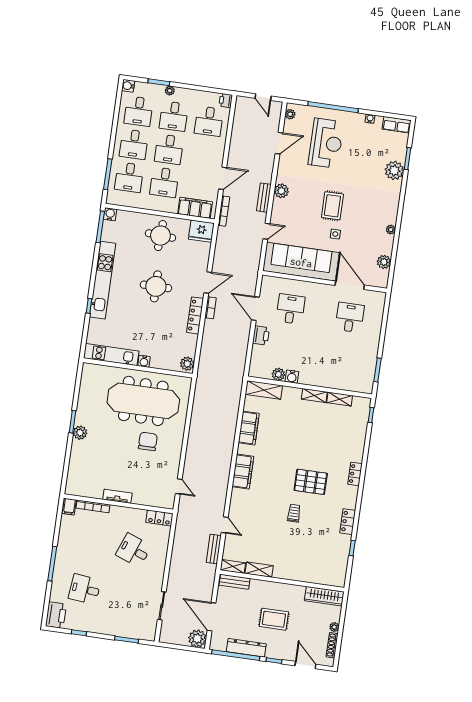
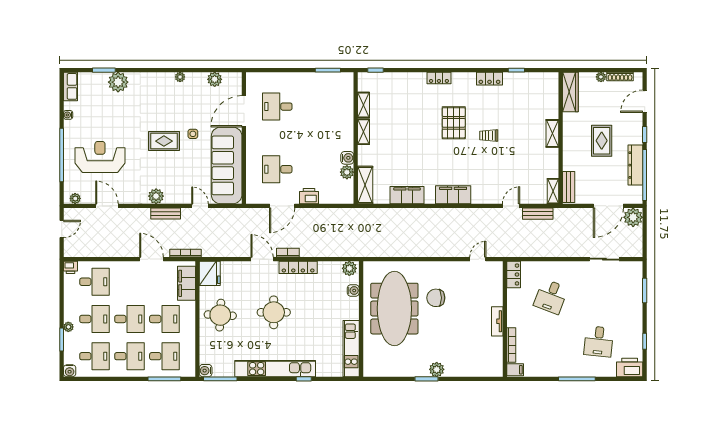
water cooler: (144, 361) -> (353, 291), moved
shelving: (259, 570) -> (552, 133), moved

